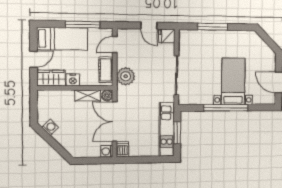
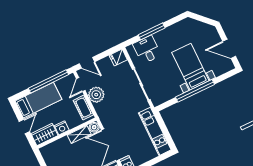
window: (83, 25) -> (48, 81), width x1.46
door: (149, 26) -> (87, 63), moved
desk: (199, 43) -> (147, 50), added
plant: (126, 76) -> (96, 95), moved
window: (177, 133) -> (165, 130), removed

